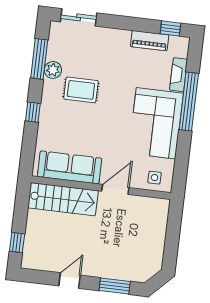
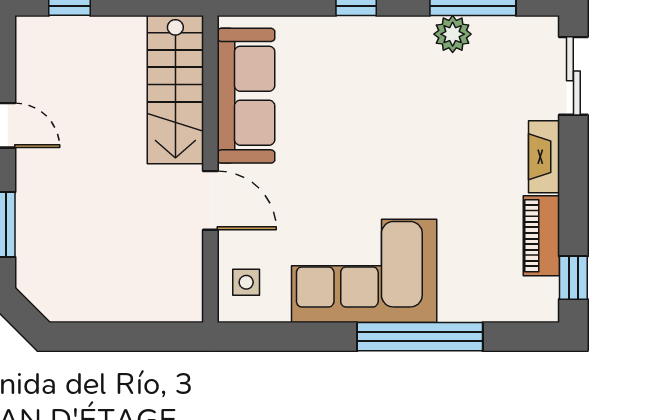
fireplace: (179, 75) -> (544, 157), moved, turned -90
rug: (81, 90) -> (417, 100), removed

